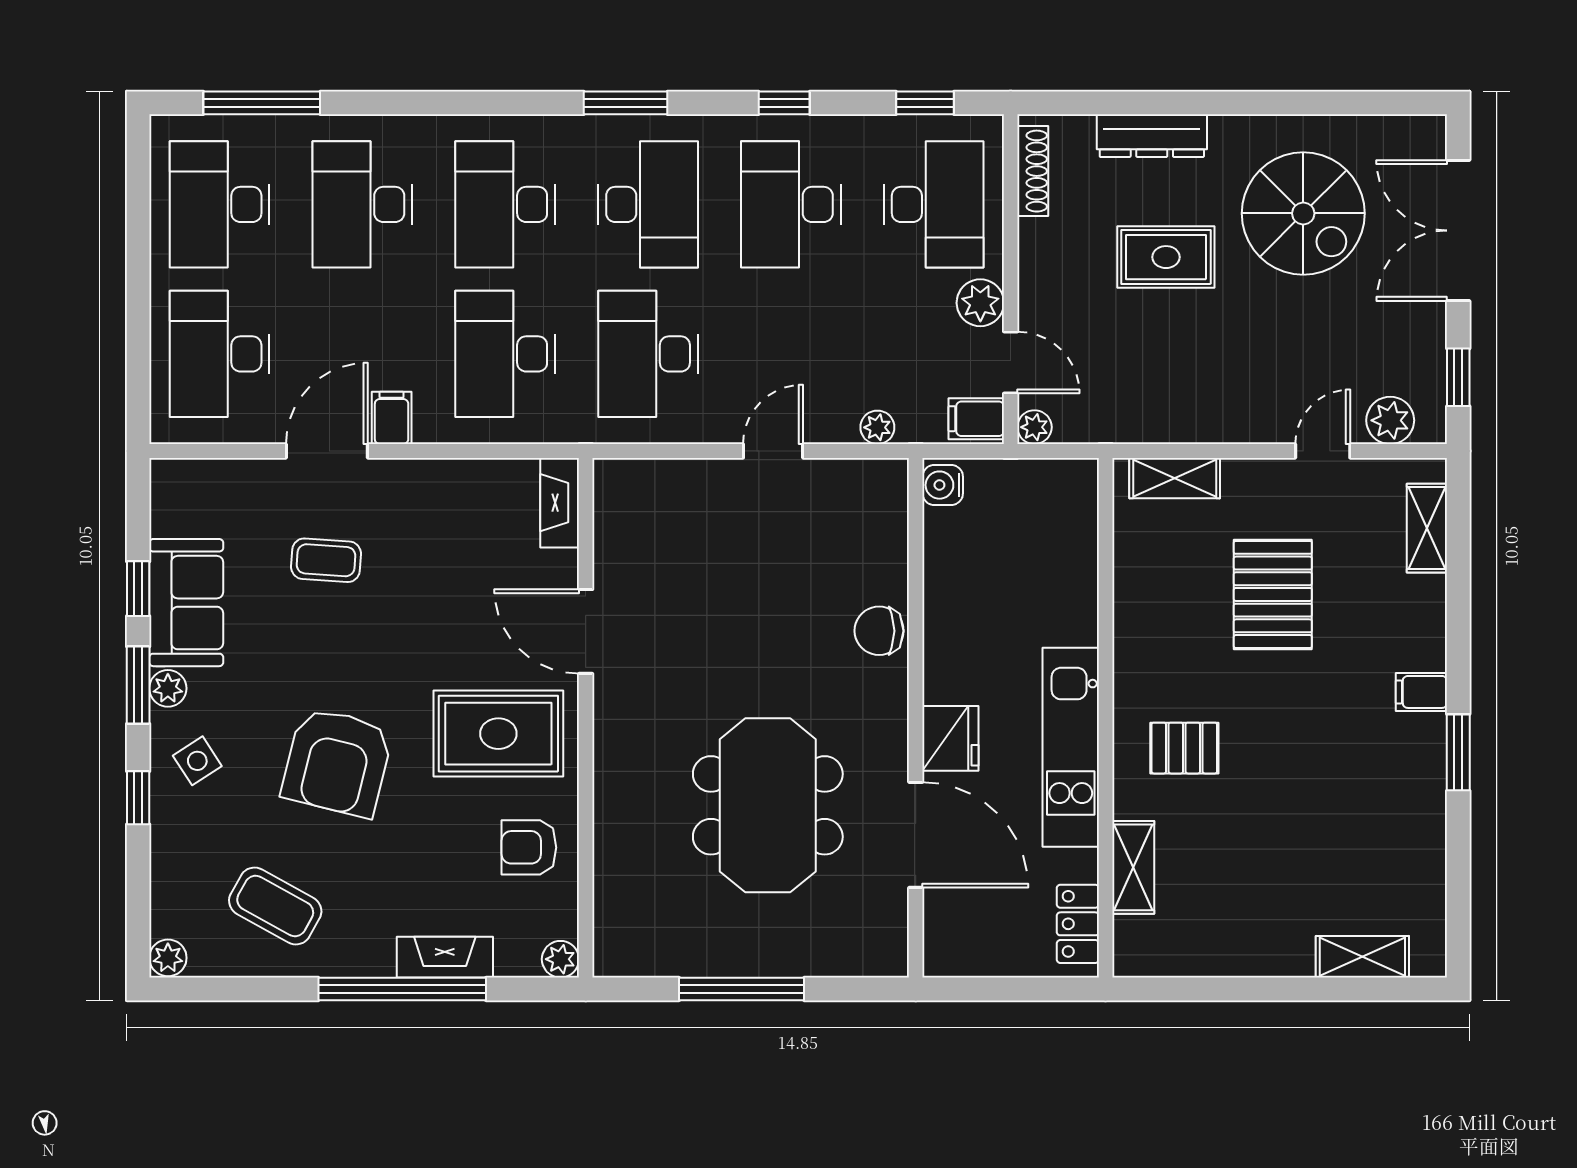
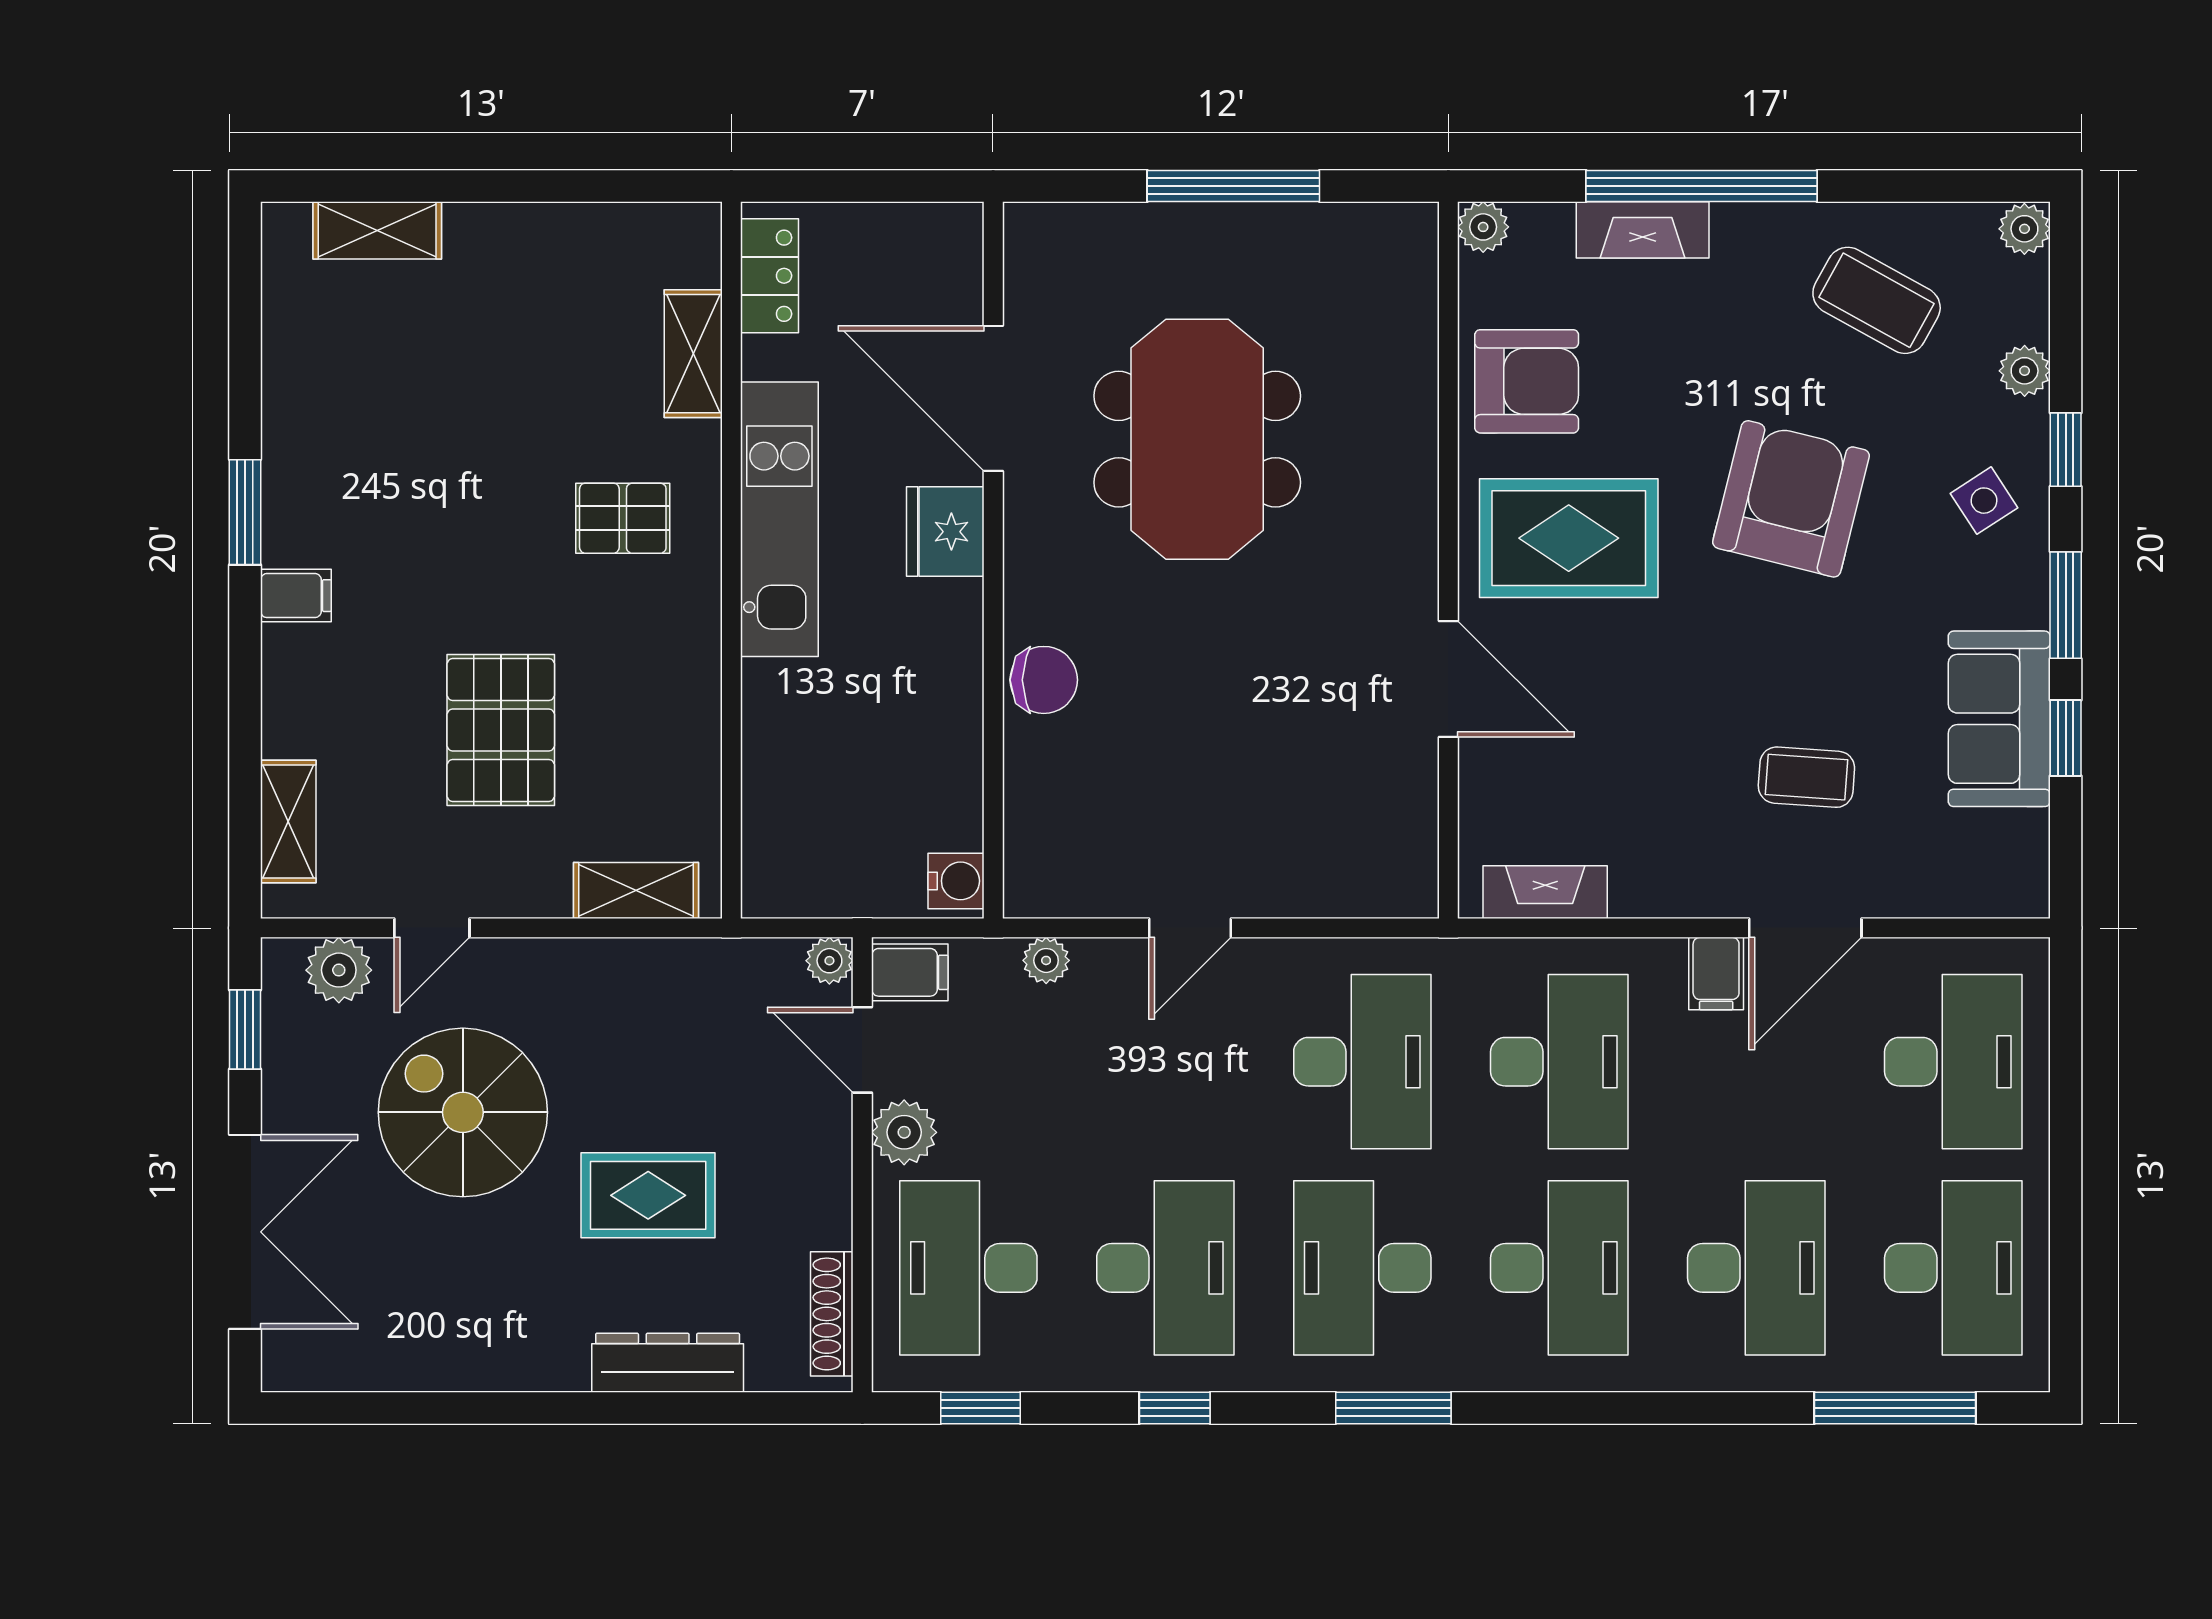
spiral stairs: (1303, 213) -> (463, 1112), moved
fireplace: (560, 503) -> (1545, 892), moved, turned -90
plant: (168, 688) -> (2025, 371), moved
armchair: (529, 847) -> (1527, 381), width x1.38, depth x1.38

